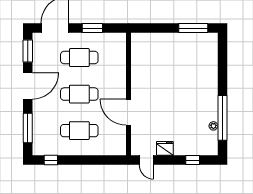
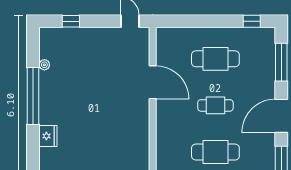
cafe table: (79, 94) -> (215, 105), width x0.73, depth x0.74
window: (222, 118) -> (33, 96), moved
fridge: (165, 148) -> (48, 136), moved, turned -90

